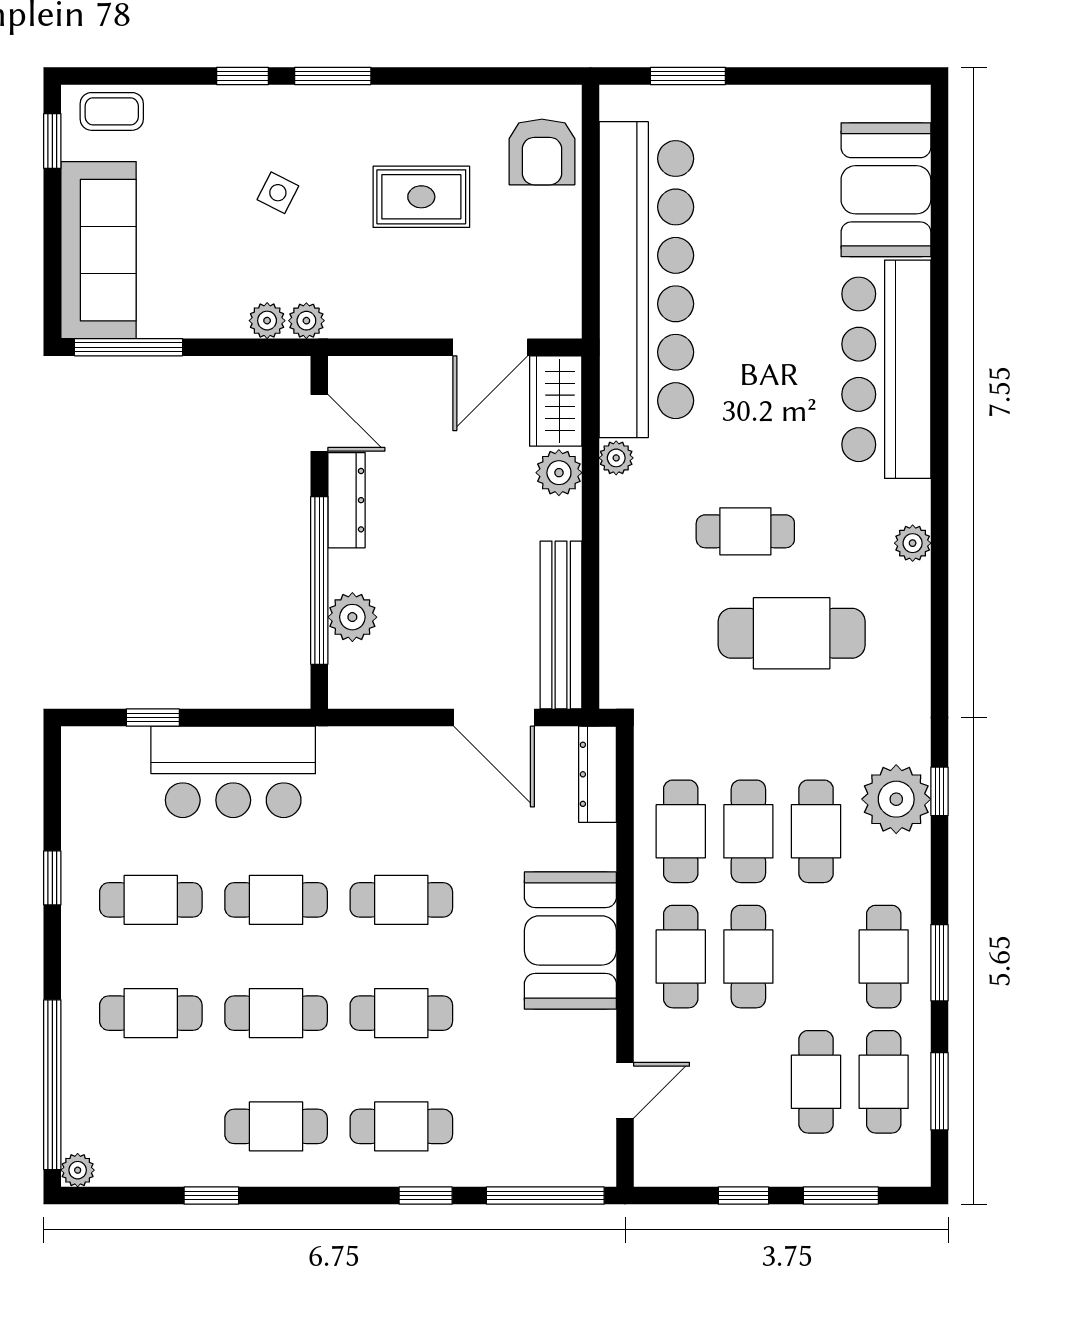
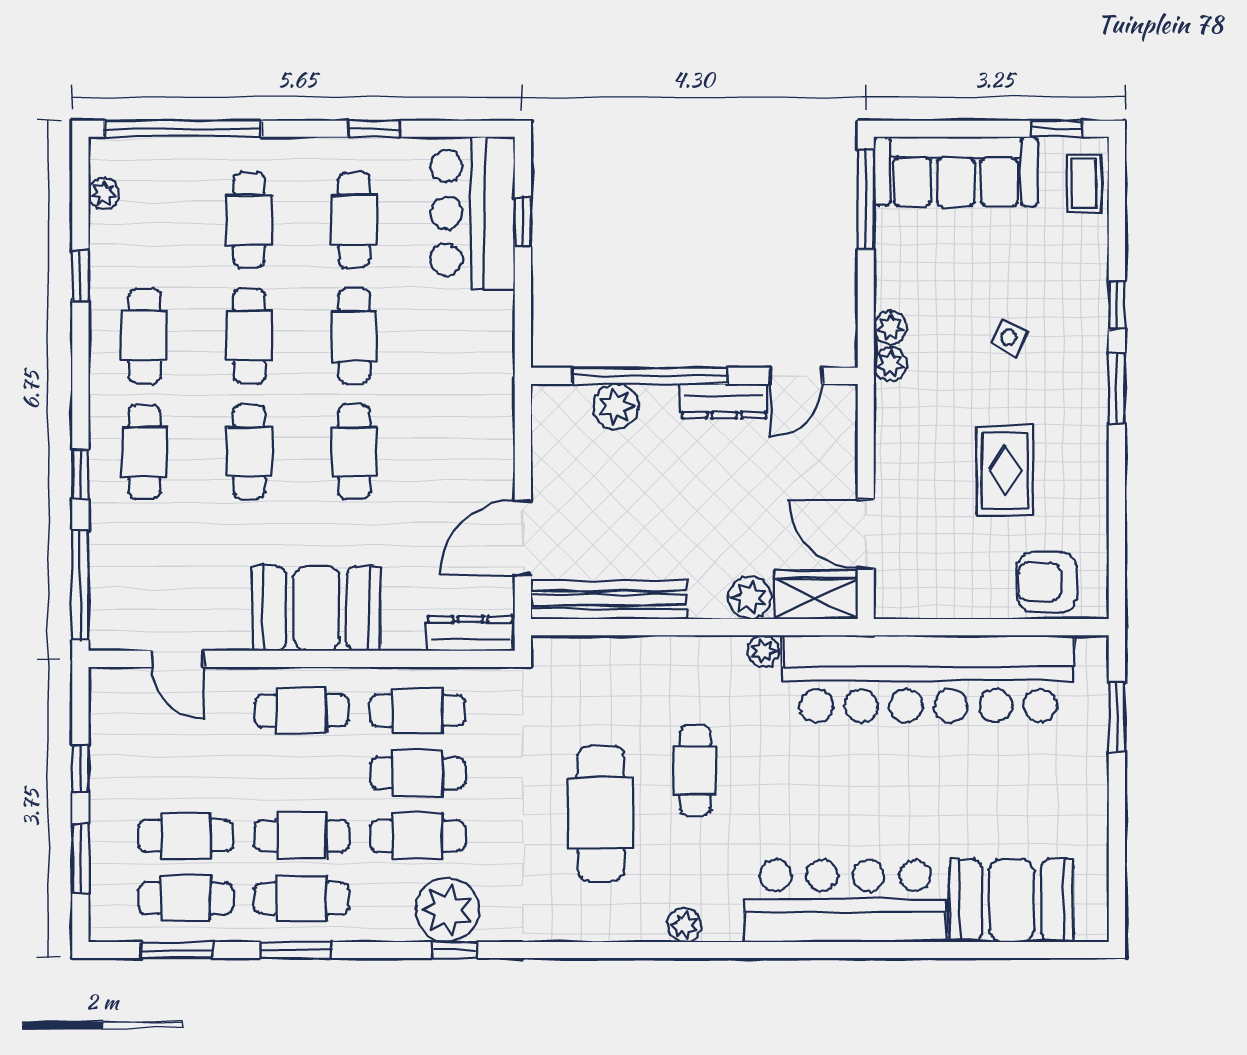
bar counter: (233, 772) -> (473, 213), moved
cafe table: (748, 957) -> (302, 836), moved
plant: (78, 1170) -> (104, 194), moved

